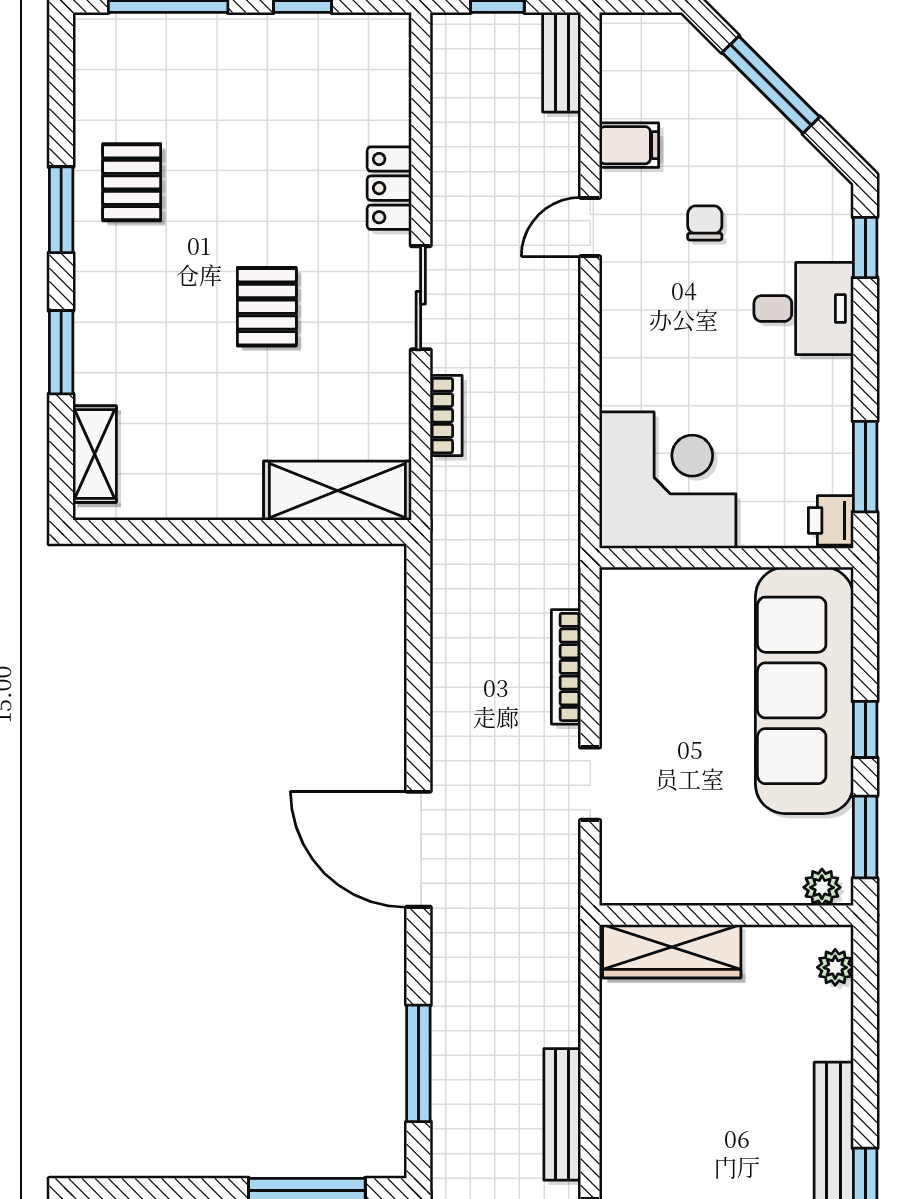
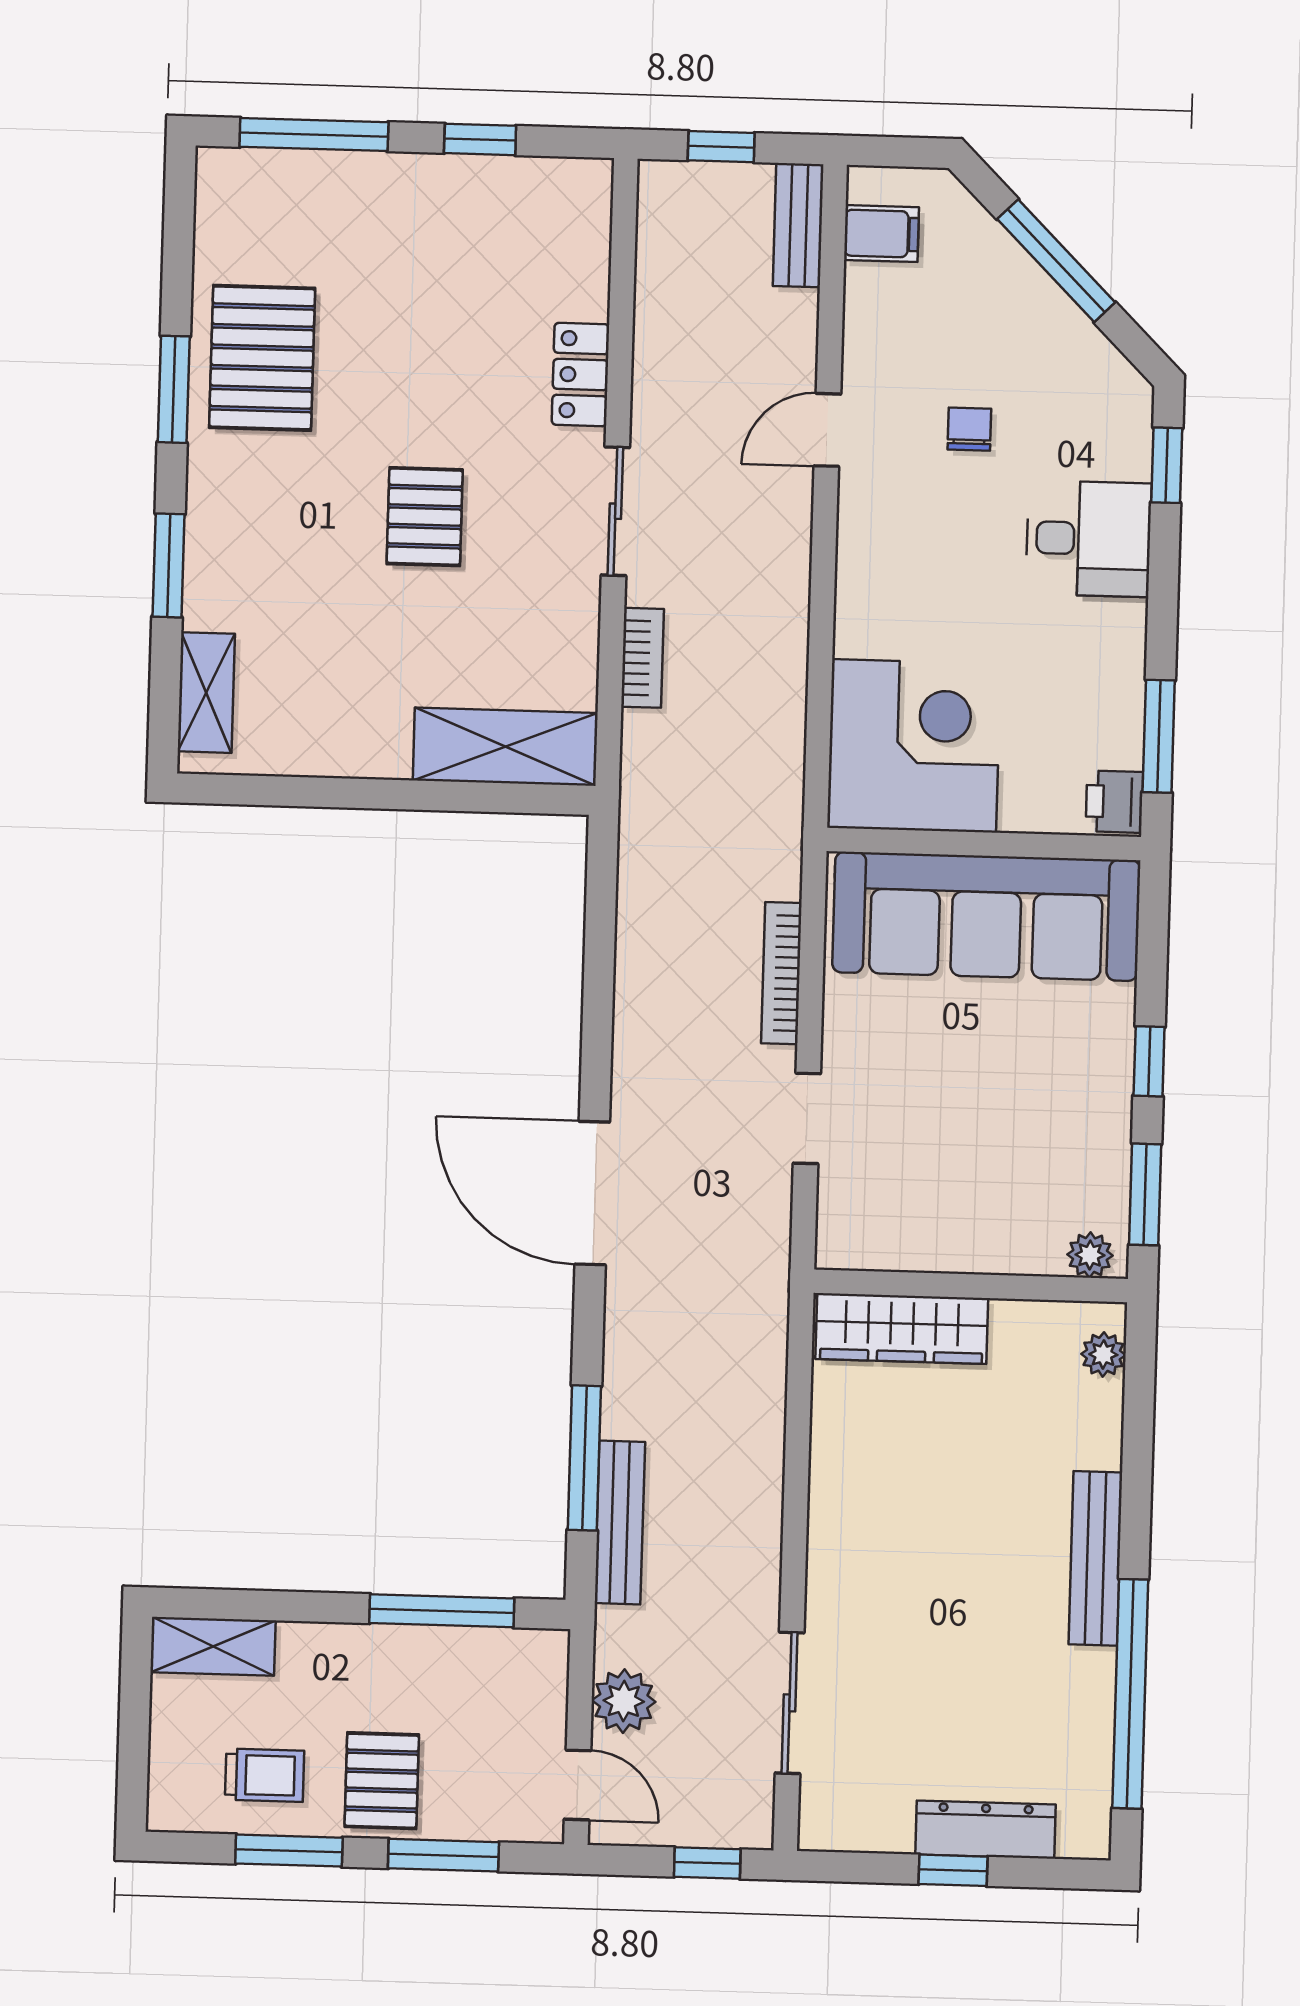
filing cabinet: (629, 145) -> (881, 234), moved
pallet: (132, 182) -> (262, 358), width x1.50, depth x1.42
sofa: (804, 690) -> (986, 916), moved, turned -90
bench: (562, 1114) -> (620, 1522), moved

